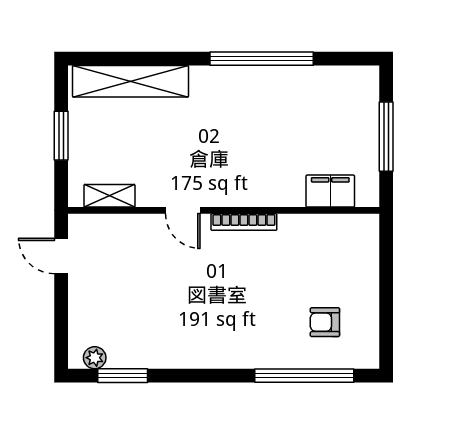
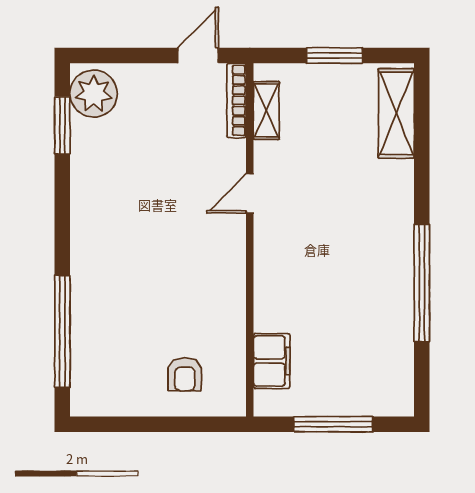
shelving: (131, 81) -> (396, 113), width x0.68
bookcase: (244, 222) -> (237, 100), moved
armchair: (325, 322) -> (185, 374), moved, turned 180
plant: (95, 358) -> (94, 94), width x1.88, depth x1.88

